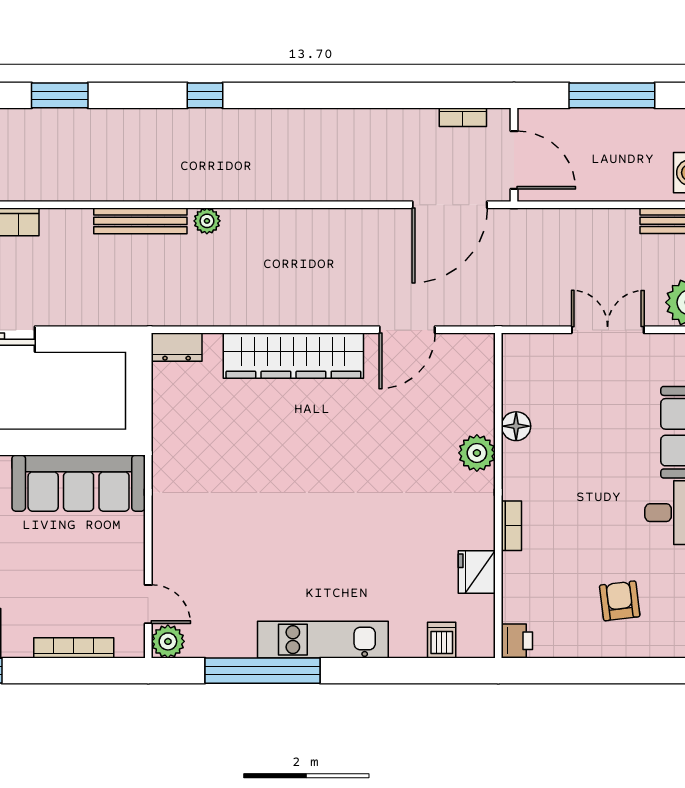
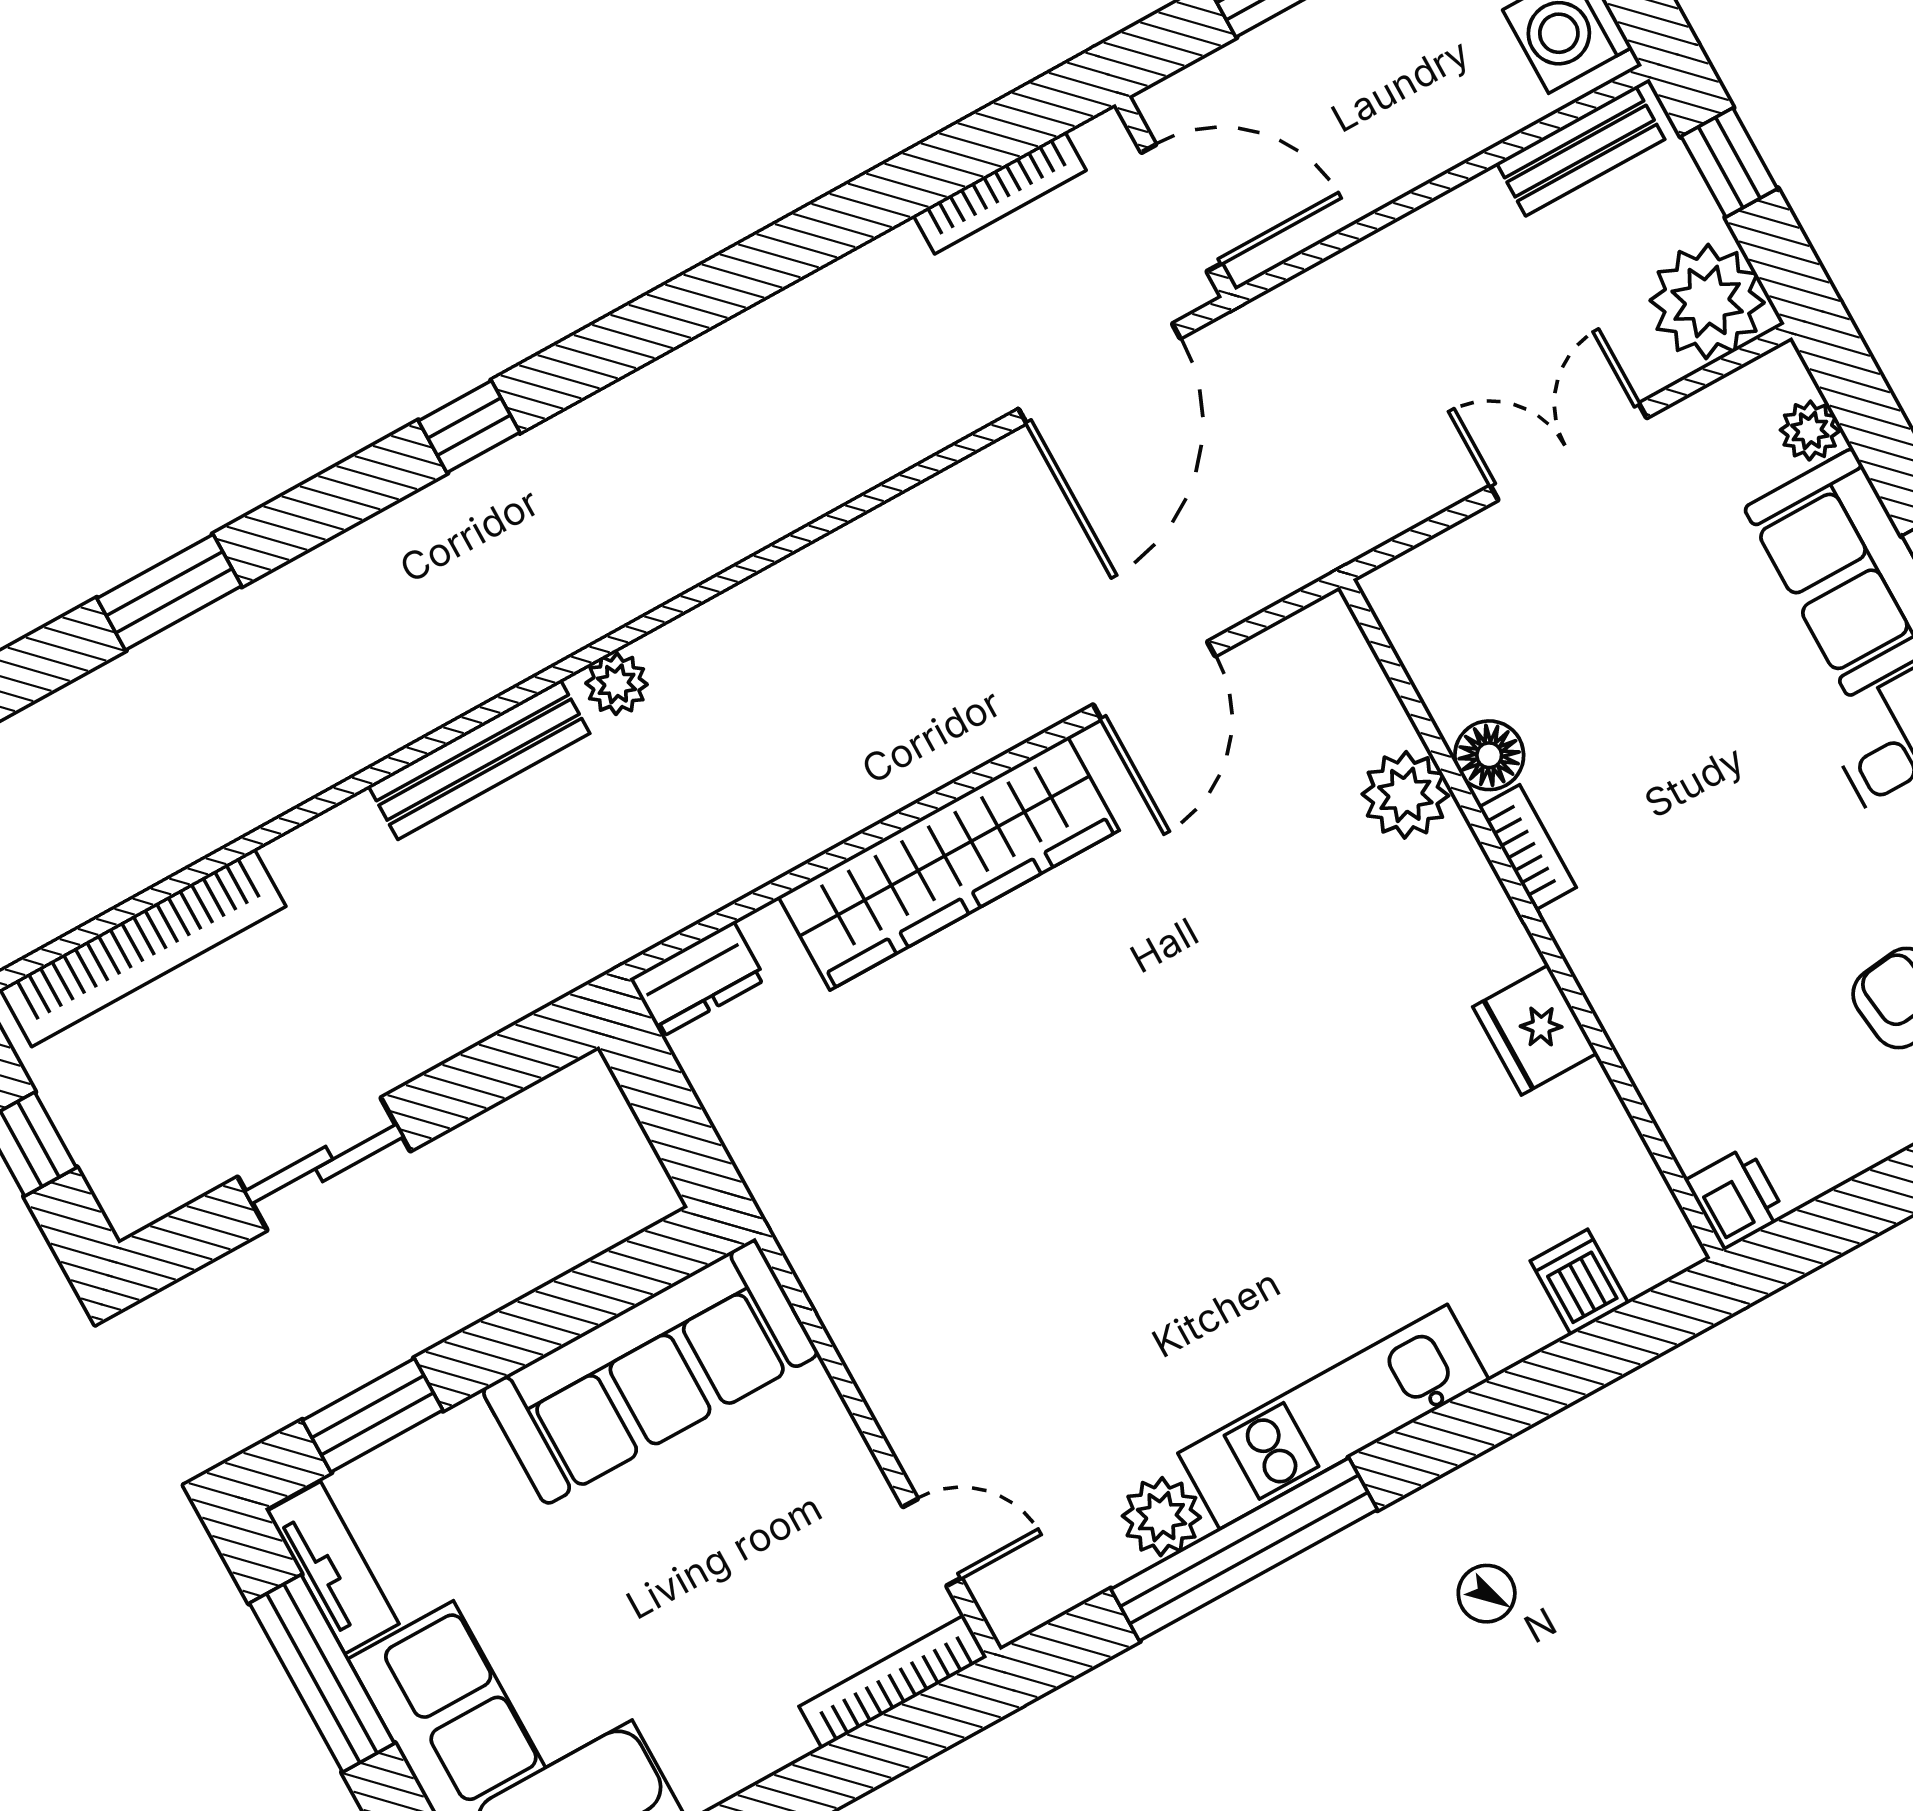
bookcase: (463, 117) -> (1000, 193), width x1.56
plant: (477, 453) -> (1405, 795), moved
bookcase: (511, 526) -> (1528, 847), moved
fridge: (477, 572) -> (1535, 1030), moved
plant: (168, 641) -> (1161, 1517), moved
bookcase: (74, 648) -> (893, 1682), moved

